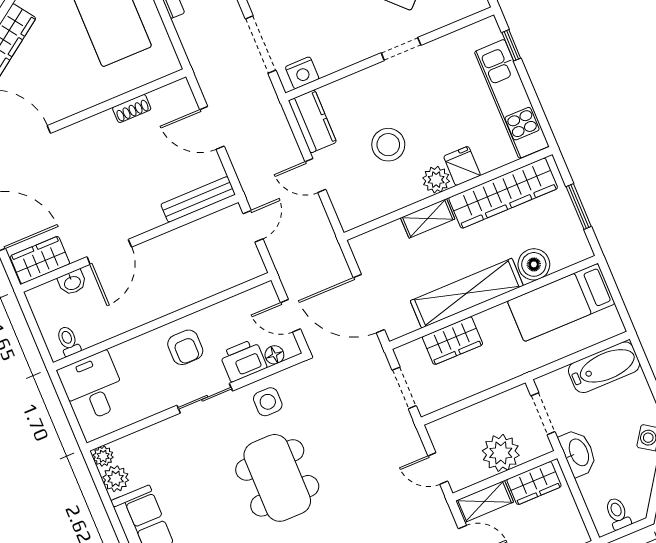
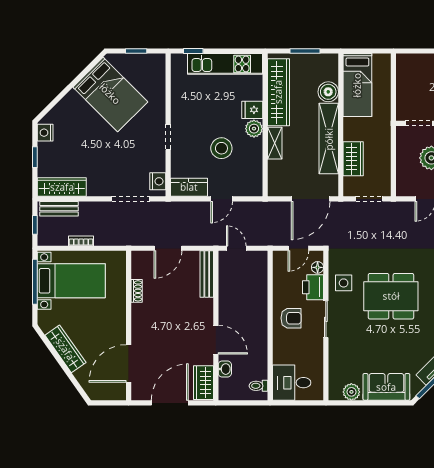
doorway: (401, 49) -> (168, 137), moved
bathtub: (604, 367) -> (406, 76), removed
plant: (103, 456) -> (335, 394), removed

